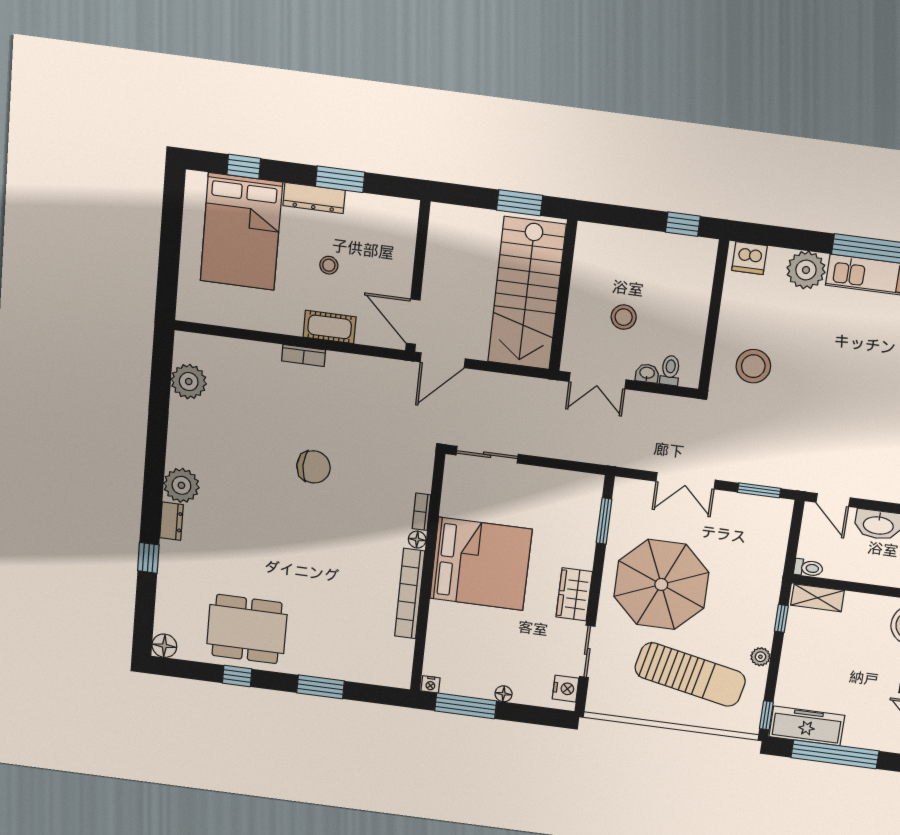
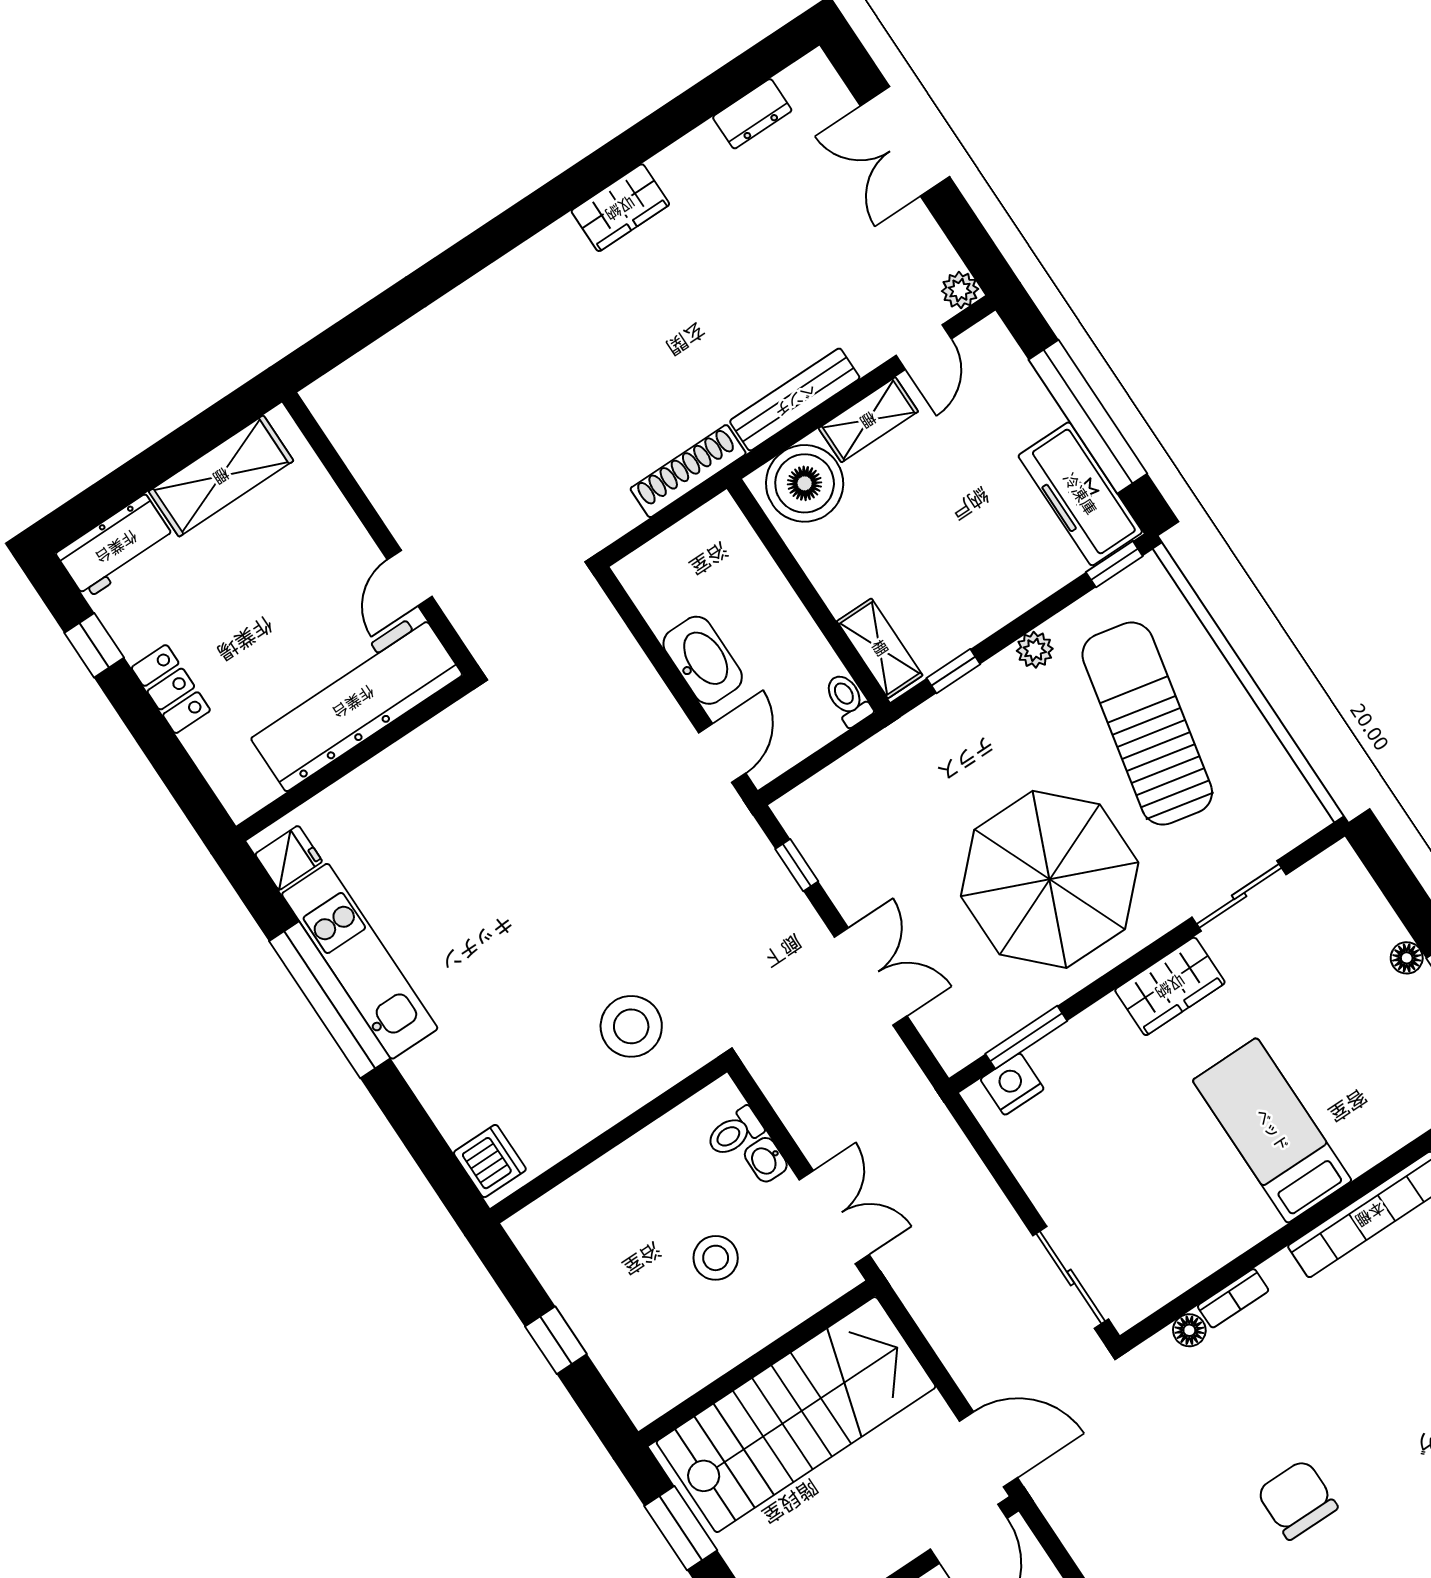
window: (683, 224) -> (556, 1340), moved
plant: (806, 270) -> (441, 1072), removed
window: (759, 490) -> (797, 865), width x0.67
floor lamp: (417, 540) -> (1189, 1330), moved
bed: (481, 564) -> (1272, 1130), width x0.49
nightstand: (565, 689) -> (1012, 1084), moved

